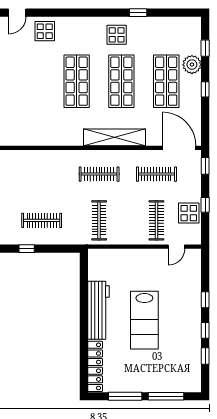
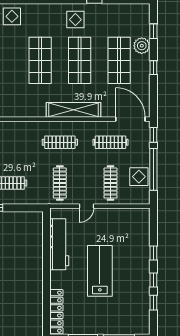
window: (205, 205) -> (153, 169), width x3.17
door: (176, 247) -> (86, 206), moved
workbench: (98, 310) -> (59, 244), moved
lab bench: (144, 320) -> (100, 271), turned 180

